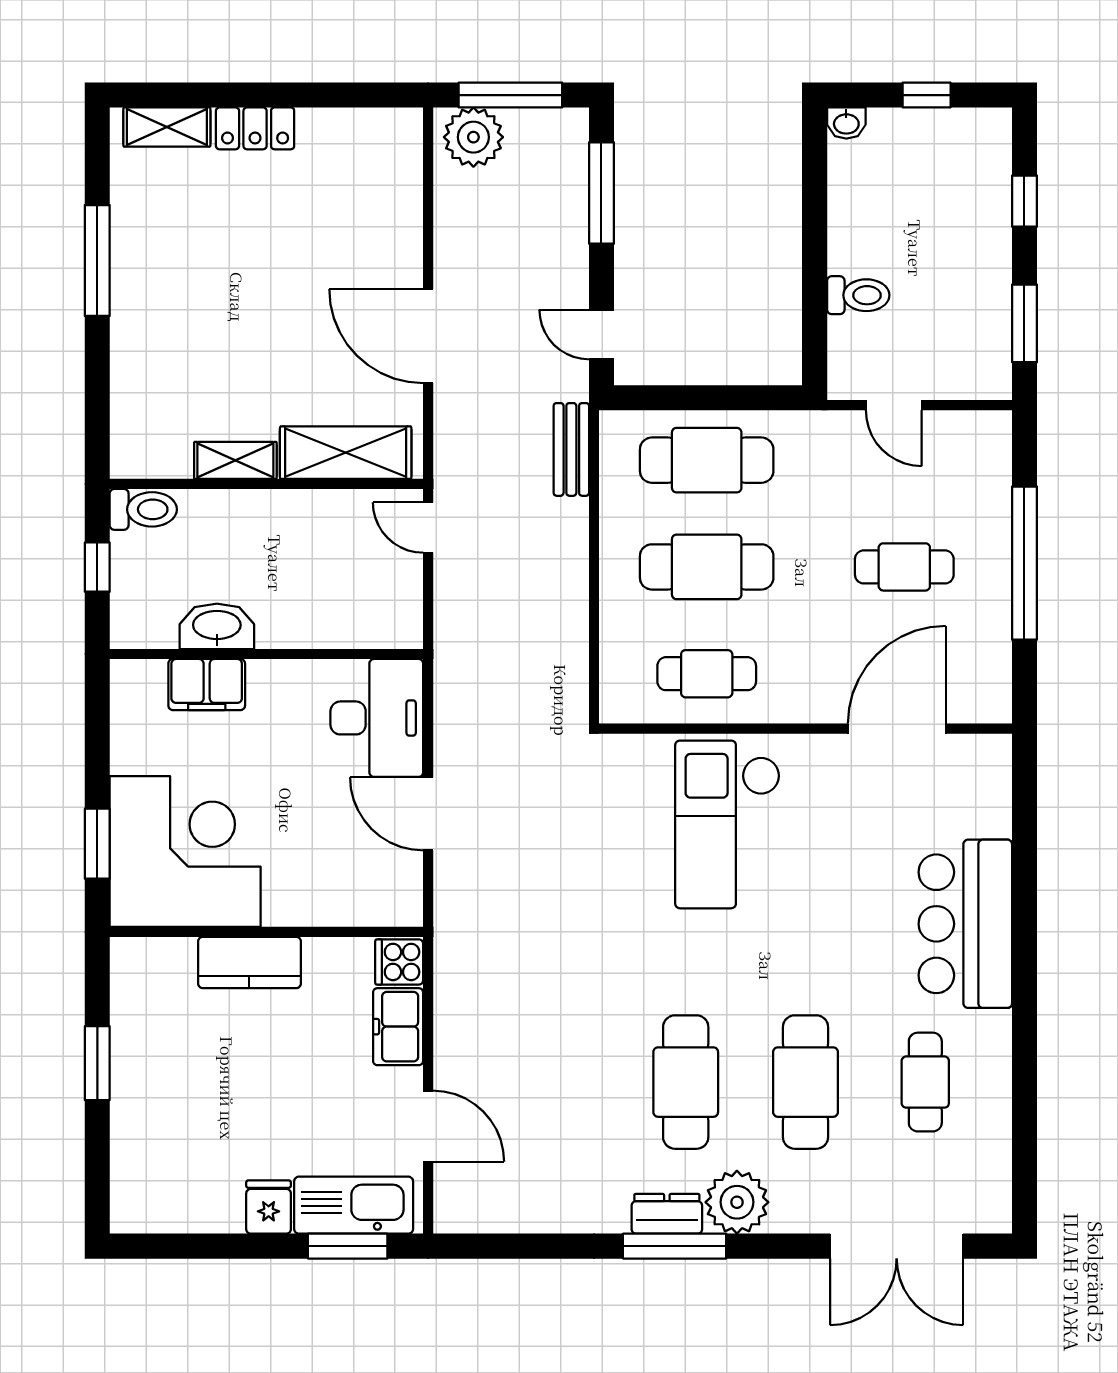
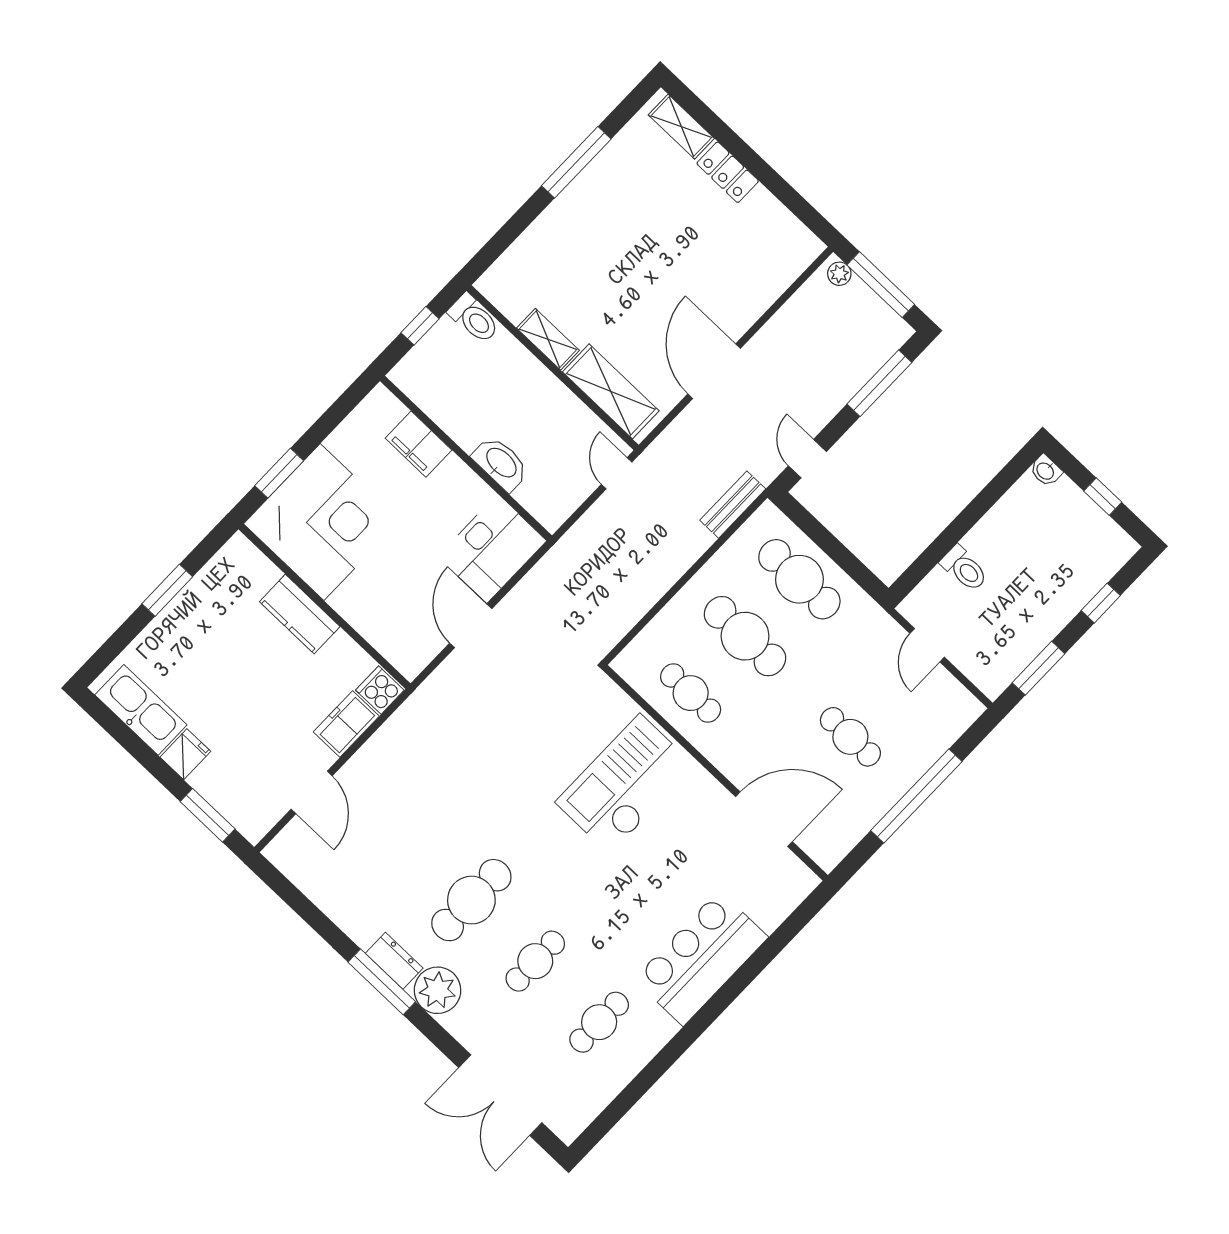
plant: (473, 137) -> (839, 274), width x0.53, depth x0.53
washbasin: (217, 626) -> (501, 463), moved
cafe table: (806, 1082) -> (535, 961), width x0.73, depth x0.74
kitchen sink: (354, 1205) -> (141, 710), moved

